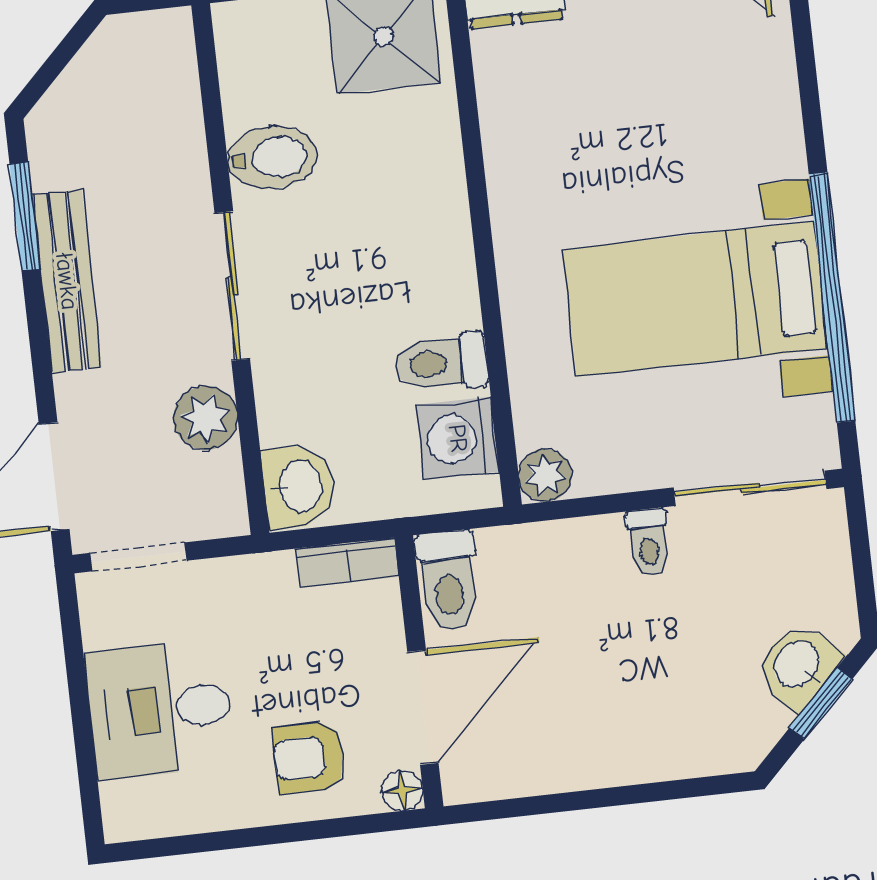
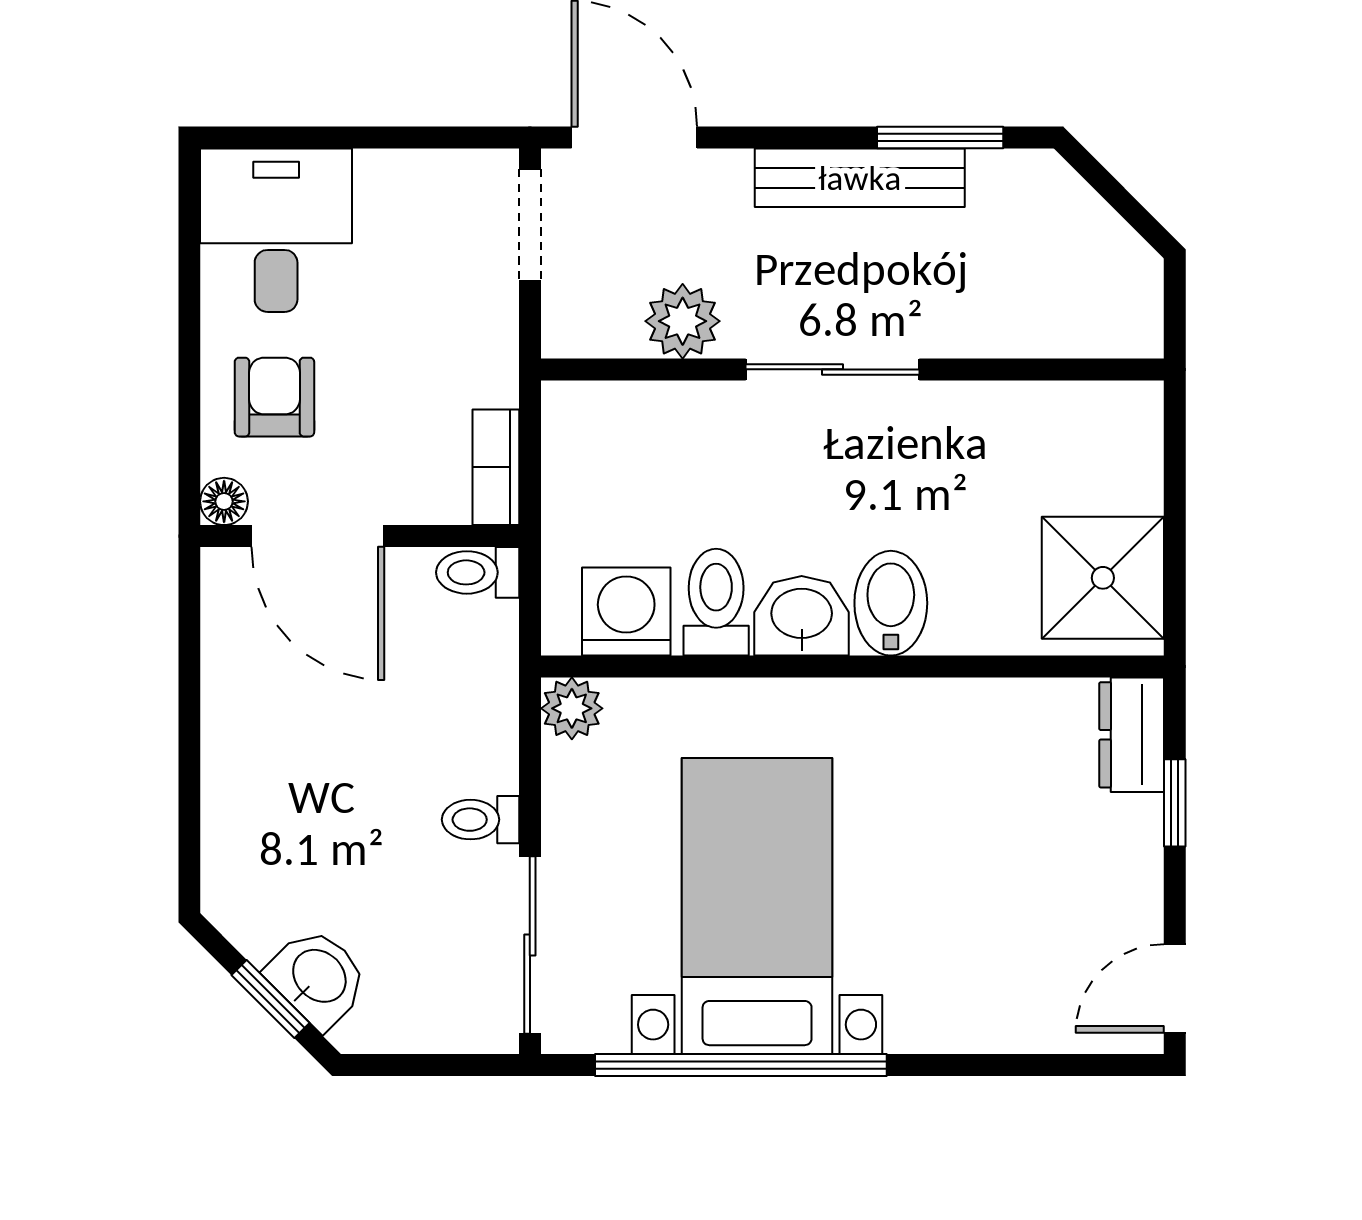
bidet: (272, 157) -> (891, 603), moved, turned 180
washbasin: (298, 486) -> (802, 616), moved, turned 180
toilet: (448, 581) -> (478, 572), width x0.73, depth x0.72
desk: (160, 709) -> (276, 230), moved

